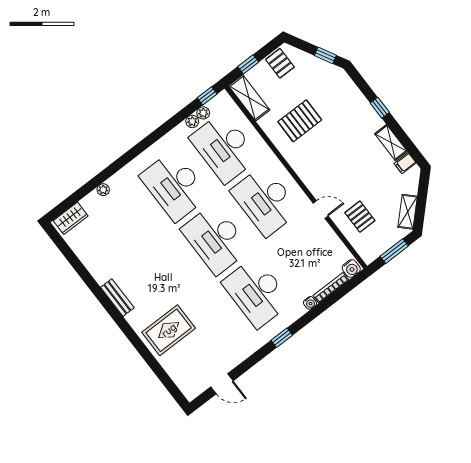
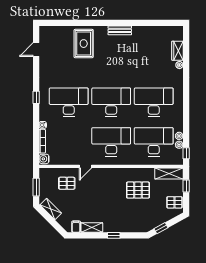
pallet: (300, 121) -> (138, 190), turned 90
wardrobe: (71, 218) -> (178, 51), moved

